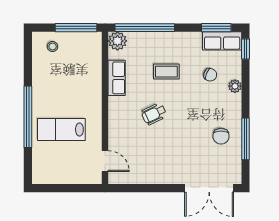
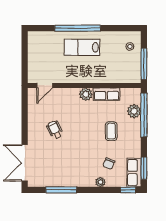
plant: (117, 41) -> (134, 111), moved
plant: (117, 106) -> (86, 94), added
wheelchair: (154, 114) -> (55, 130), moved
lab bench: (61, 129) -> (82, 47), moved, turned -90
chair: (221, 136) -> (63, 172), removed

